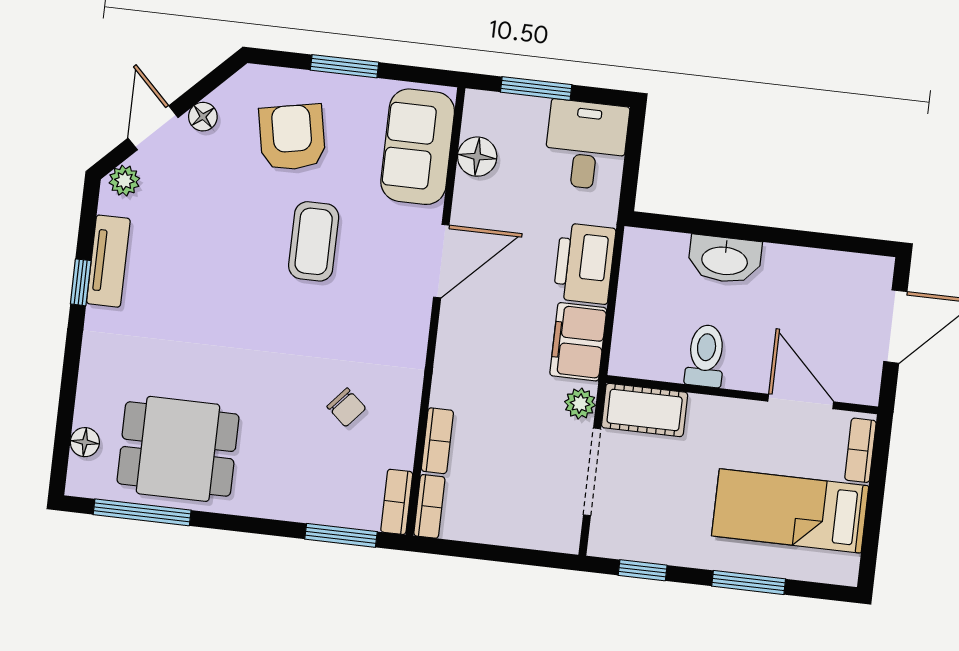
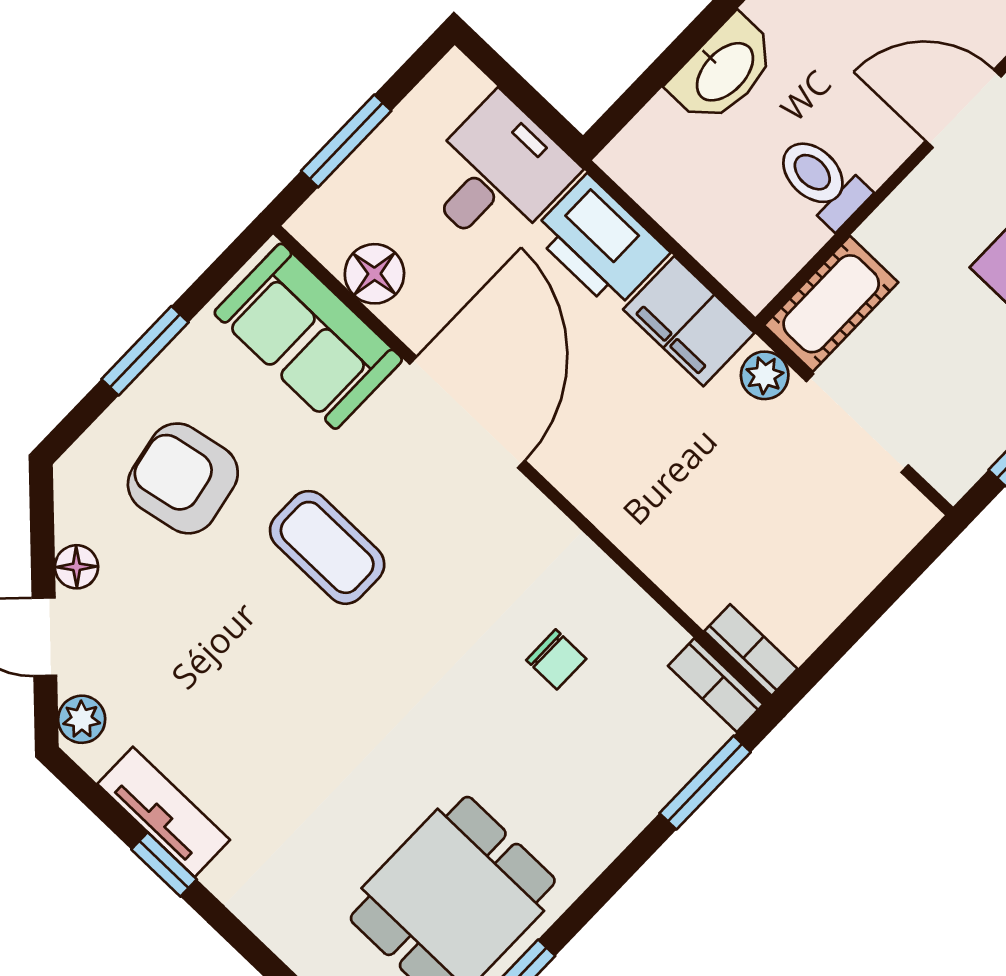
desk: (586, 145) -> (497, 174), moved, turned 90
door: (441, 261) -> (467, 412), width x1.36
chair: (346, 407) -> (556, 659), turned 49
bookcase: (437, 441) -> (679, 581), removed

